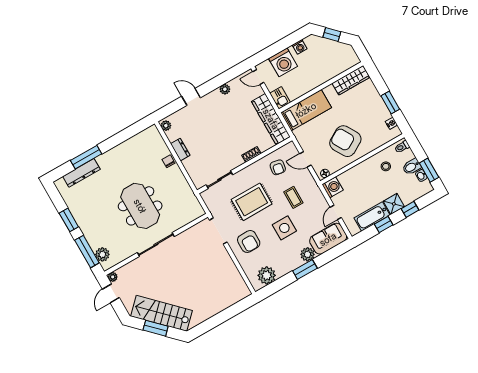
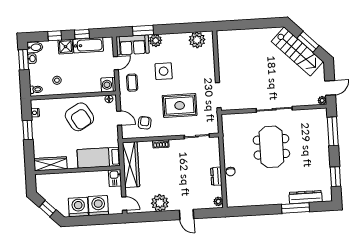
washing machine: (300, 47) -> (78, 207), width x1.89, depth x1.89
plant: (225, 89) -> (160, 203), width x1.87, depth x1.87
bidet: (412, 167) -> (35, 47), moved
coffee table: (293, 197) -> (132, 83), moved
window: (69, 220) -> (335, 177), moved
armchair: (249, 241) -> (198, 75), removed
plant: (102, 254) -> (321, 123), removed
window: (305, 270) -> (143, 31), moved

